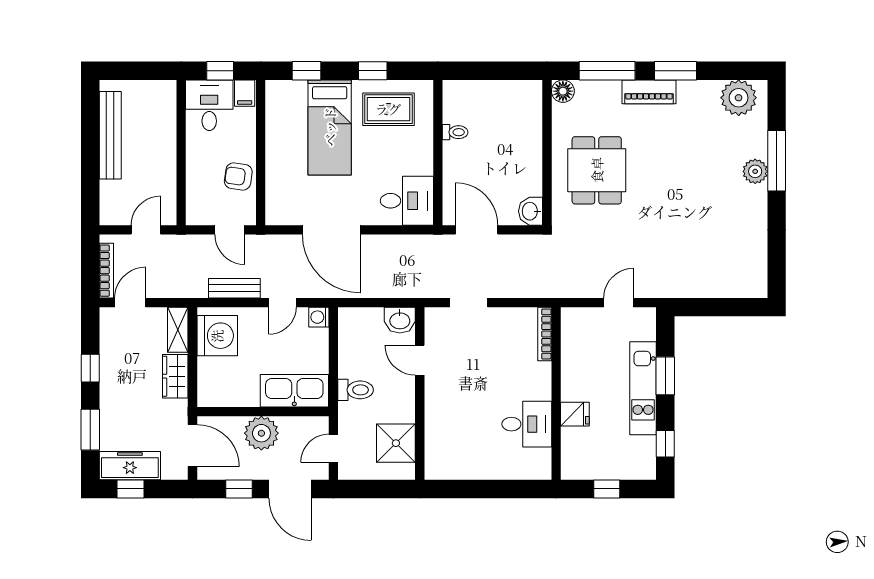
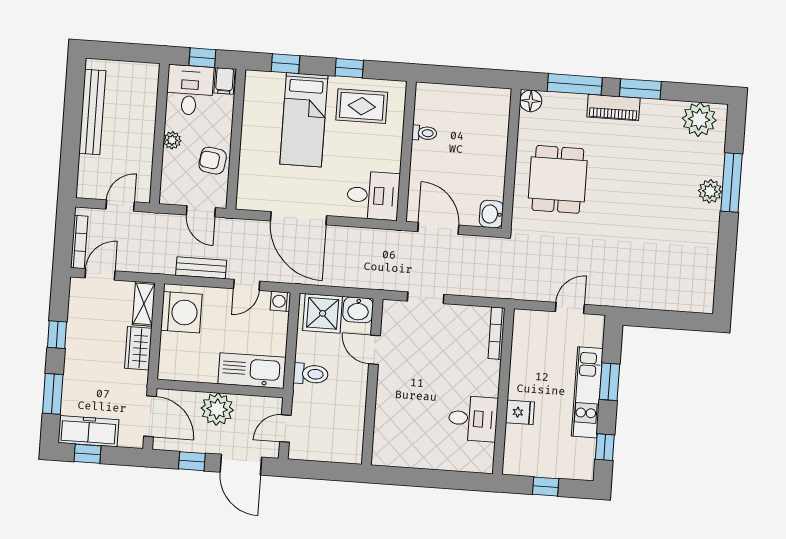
plant: (195, 158) -> (172, 140), added
shower: (396, 443) -> (323, 313), moved

